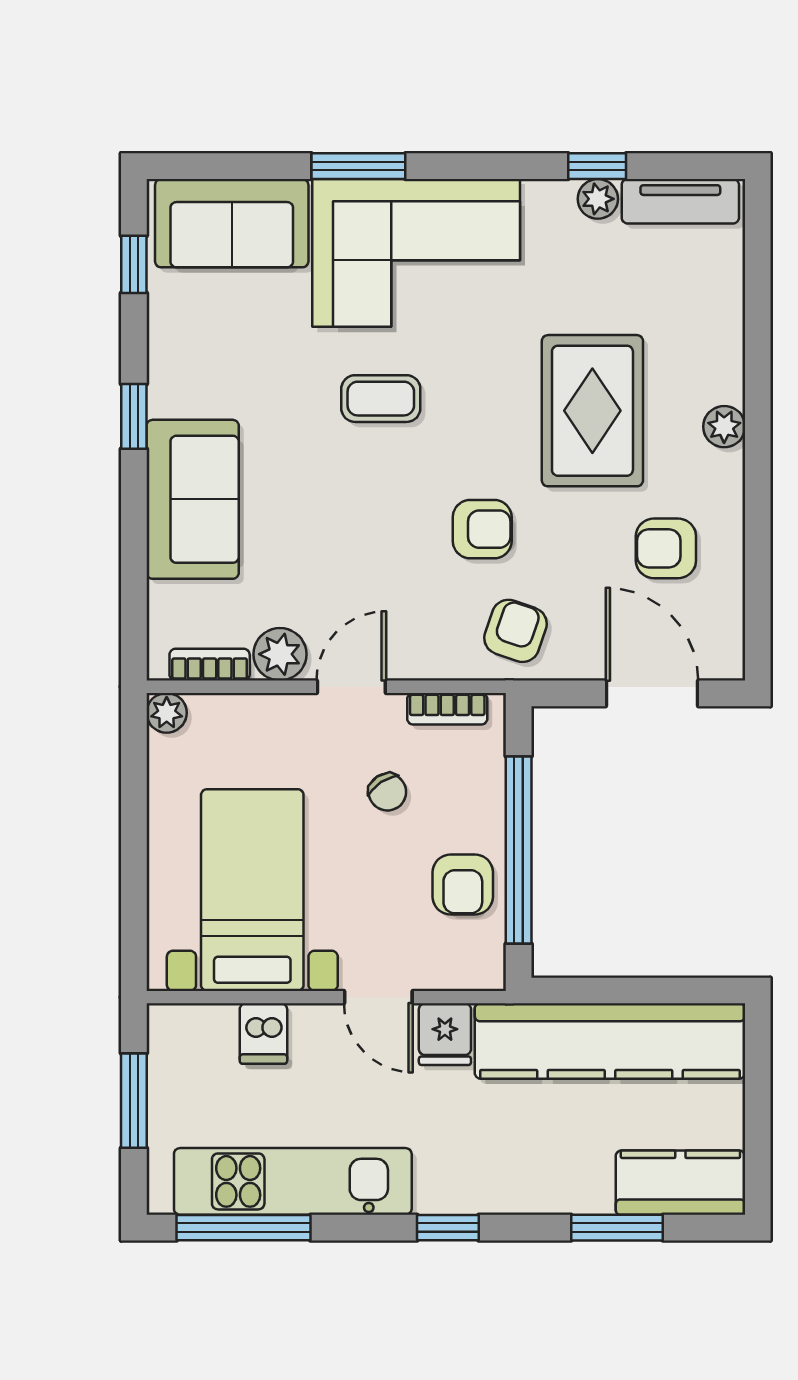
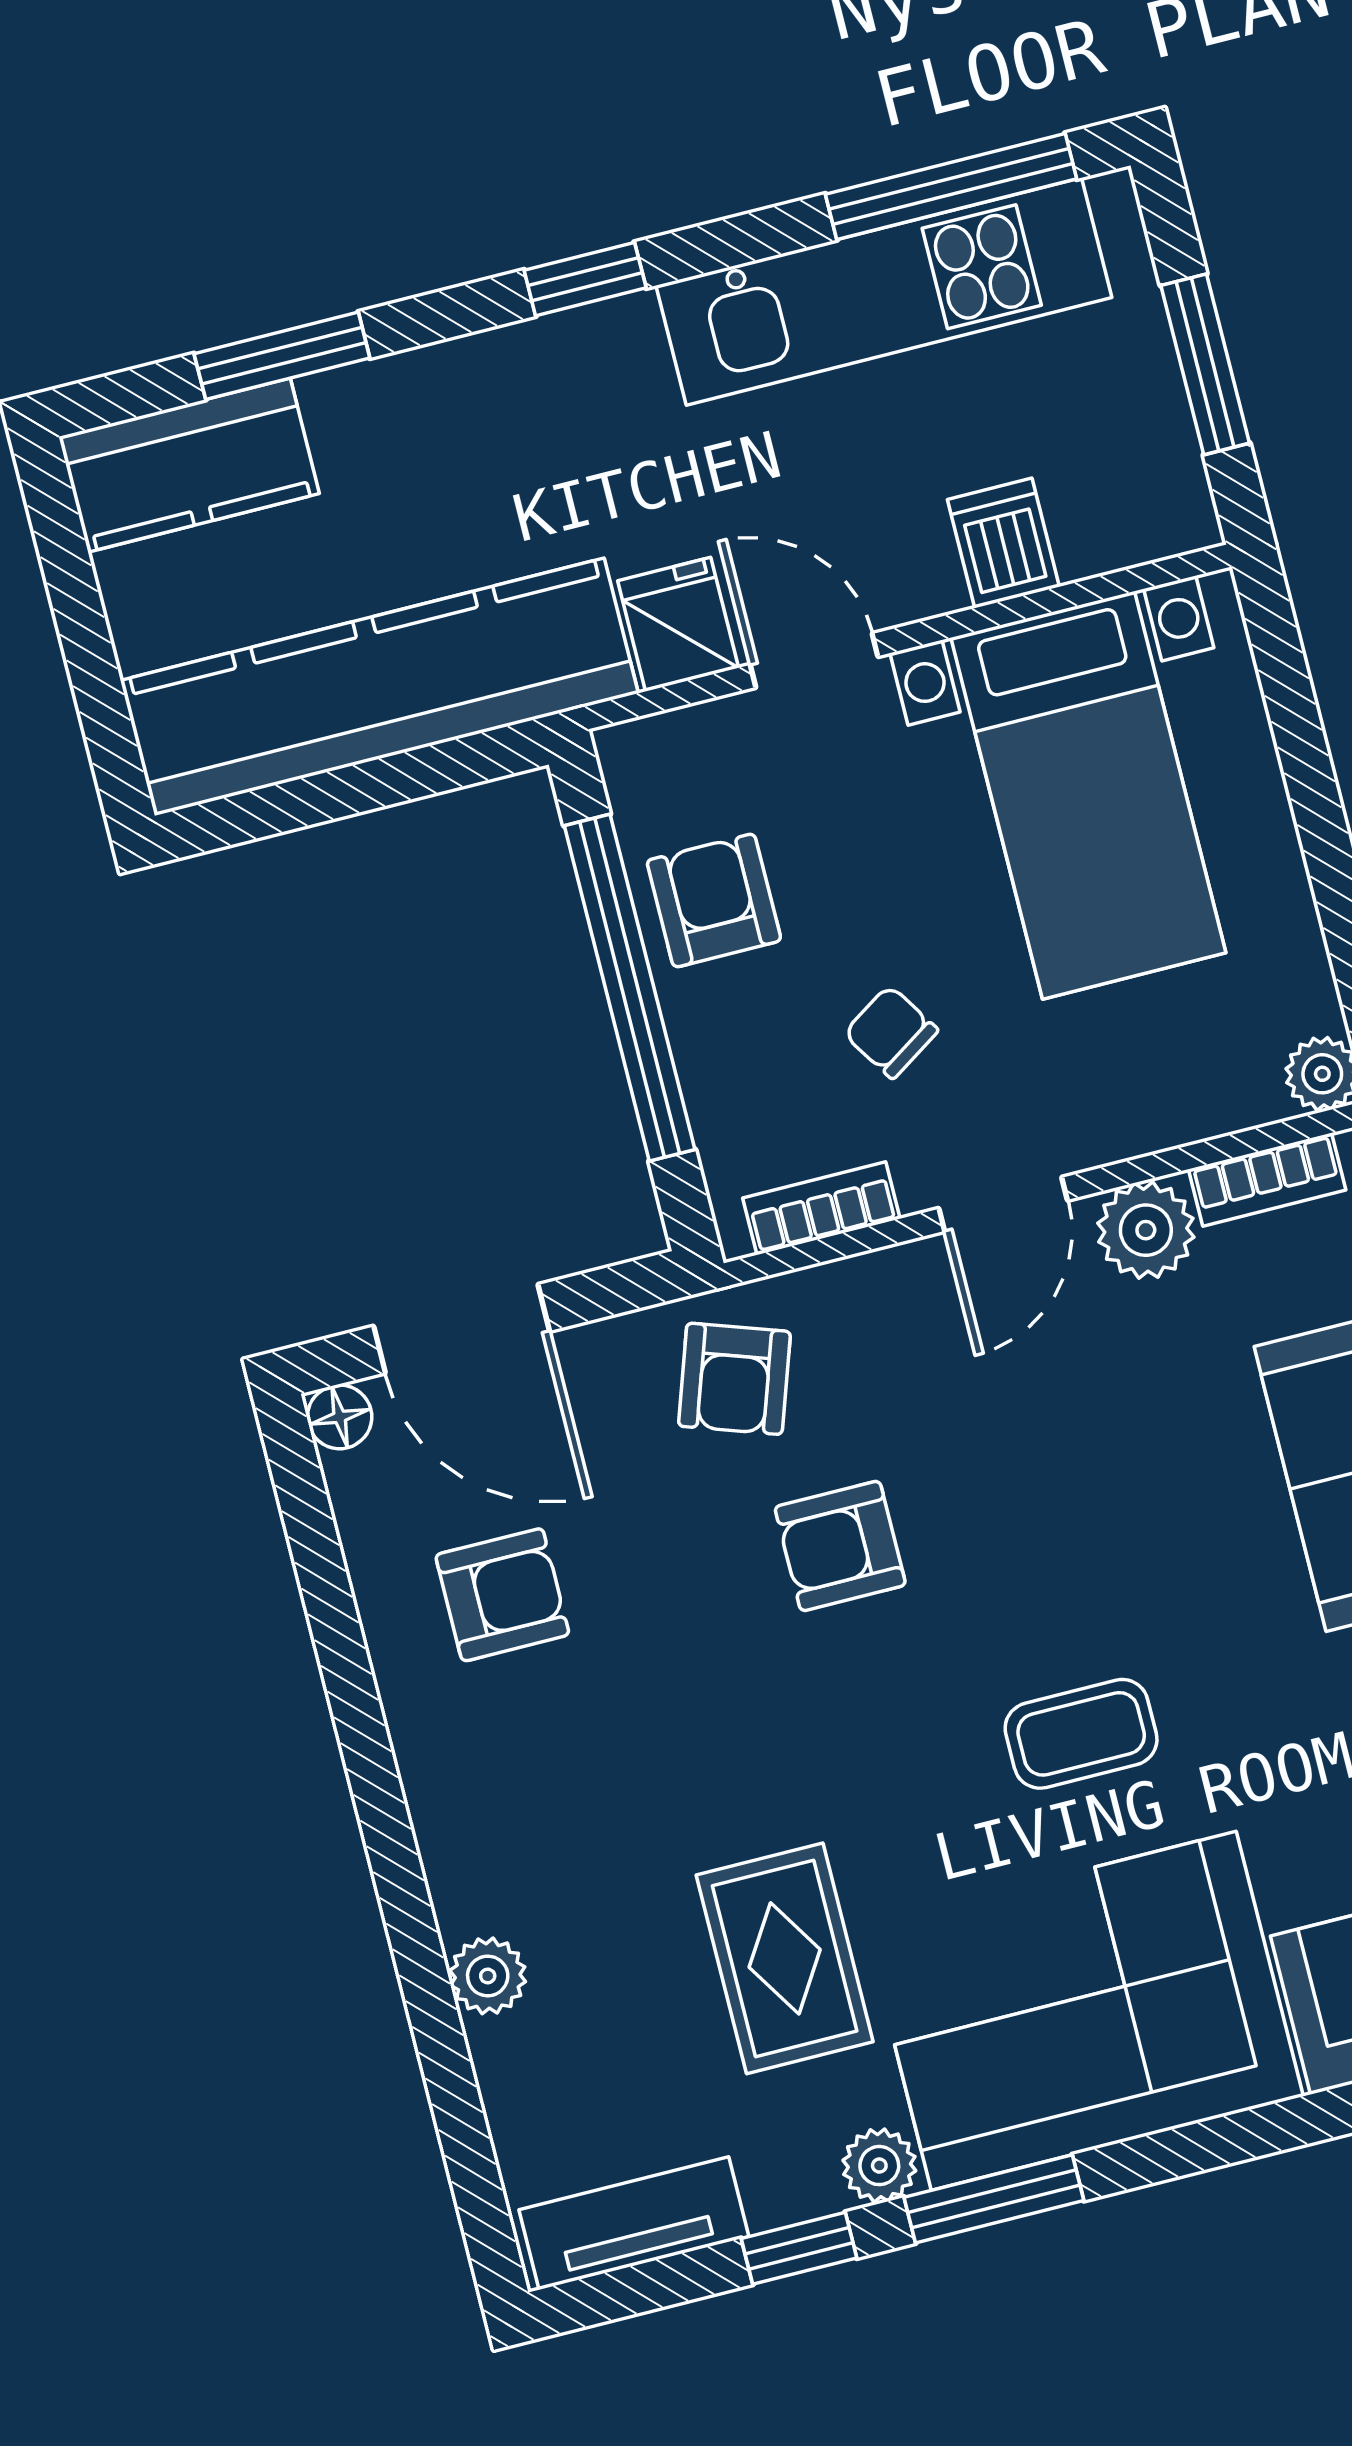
window: (358, 166) -> (994, 2199), moved
plant: (598, 199) -> (879, 2166), moved
rug: (592, 411) -> (785, 1958), moved, width x0.73, depth x0.70
plant: (724, 427) -> (488, 1976), moved
floor lamp: (728, 663) -> (340, 1417), added

